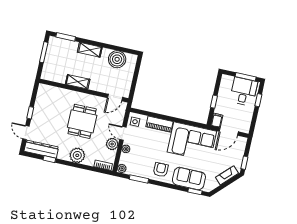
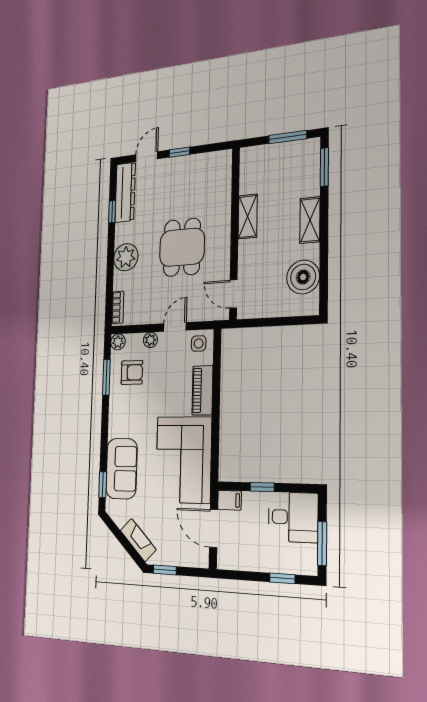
desk: (244, 92) -> (293, 517), moved
dining table: (82, 121) -> (182, 247), turned 90
plant: (112, 144) -> (154, 313), removed
armchair: (161, 170) -> (132, 372), moved

